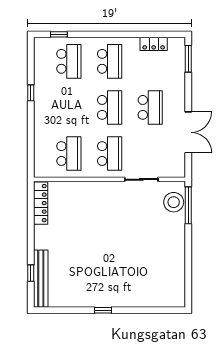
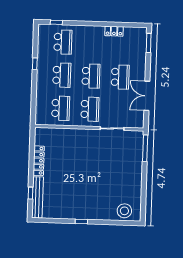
locker: (154, 44) -> (114, 31), moved
school desk: (110, 61) -> (62, 75), moved
double door: (188, 132) -> (147, 96), swing flipped
stool: (174, 202) -> (124, 211), moved
locker: (41, 203) -> (39, 161), moved

